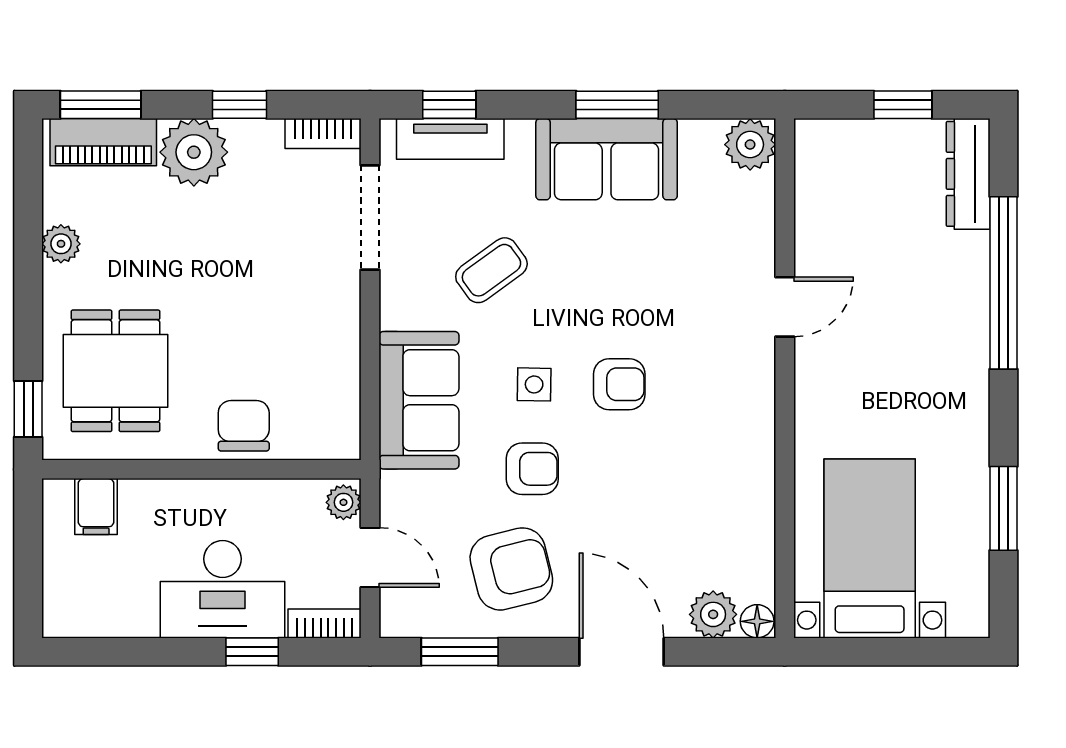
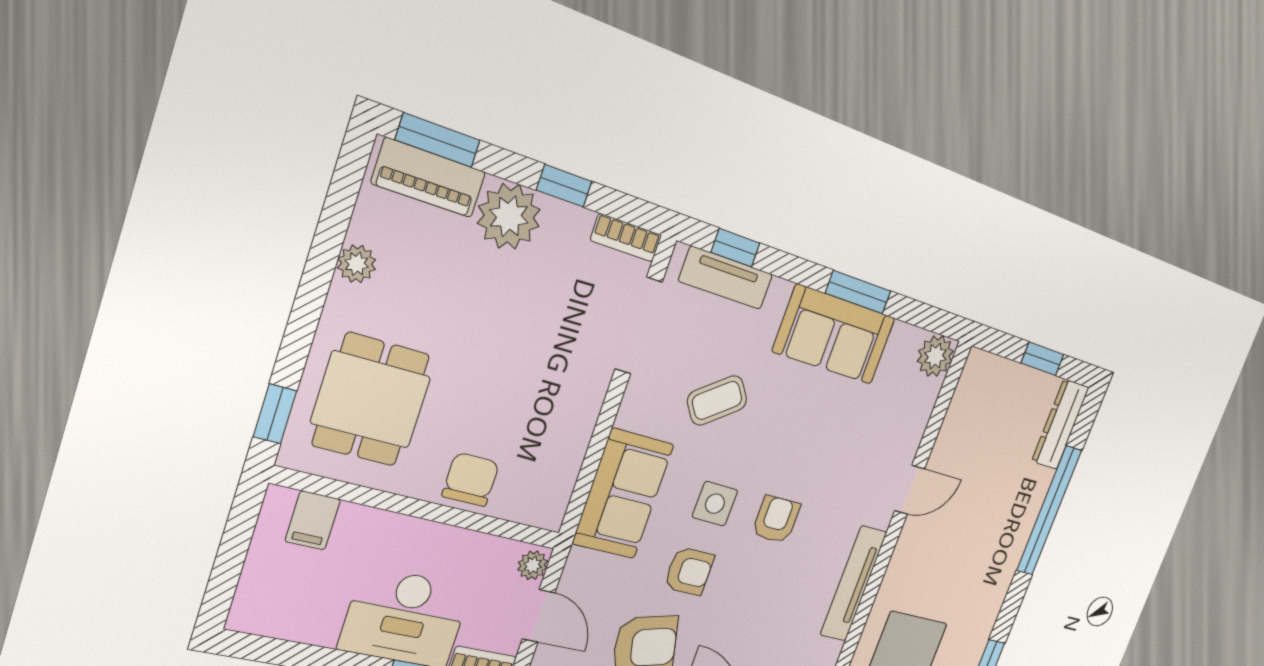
side table: (534, 384) -> (715, 504), width x1.37, depth x1.37
armchair: (619, 384) -> (776, 519), turned -90
tv unit: (756, 437) -> (853, 584), added

